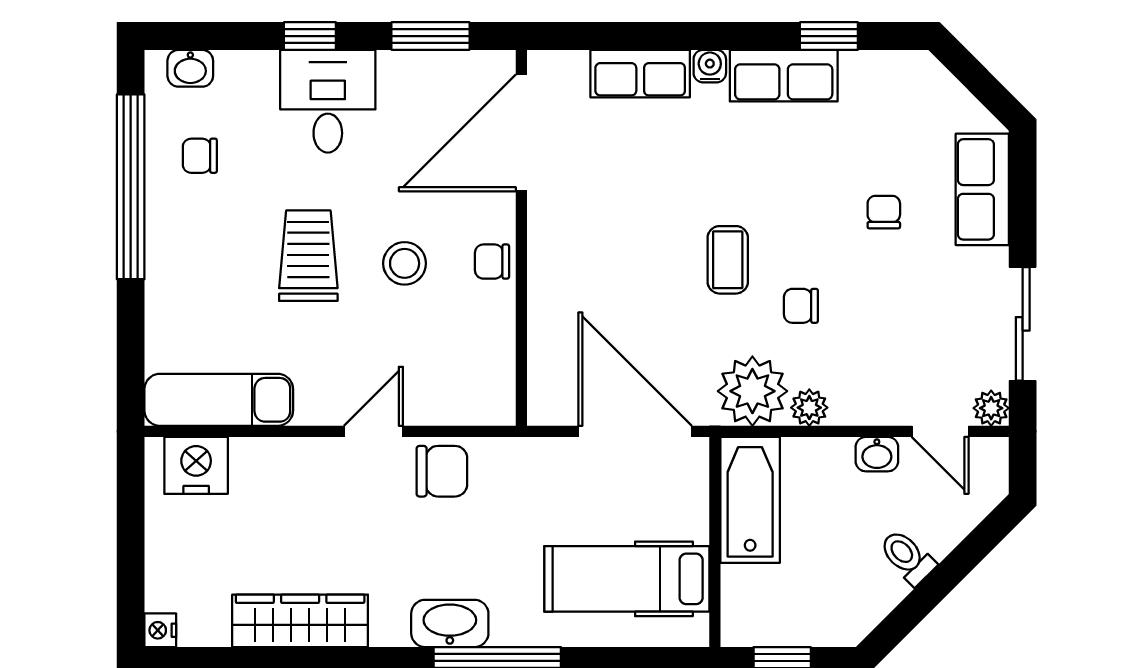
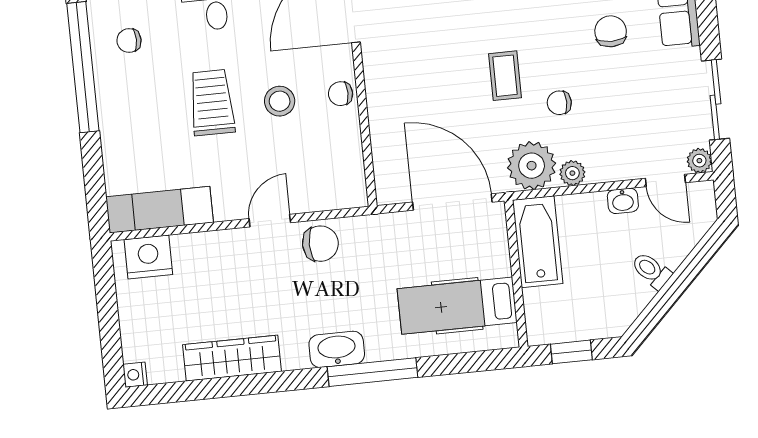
chair: (884, 212) -> (611, 31), width x1.37, depth x1.37

